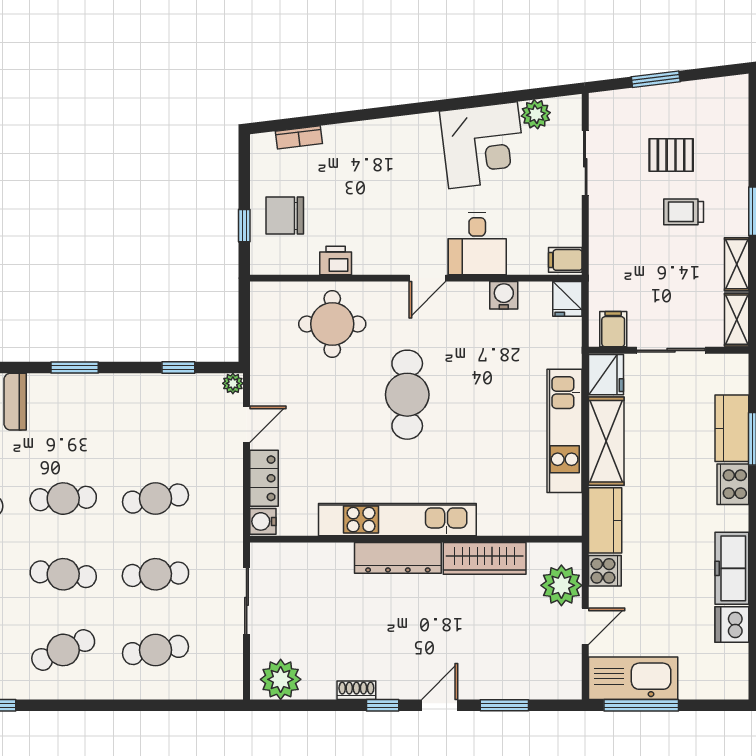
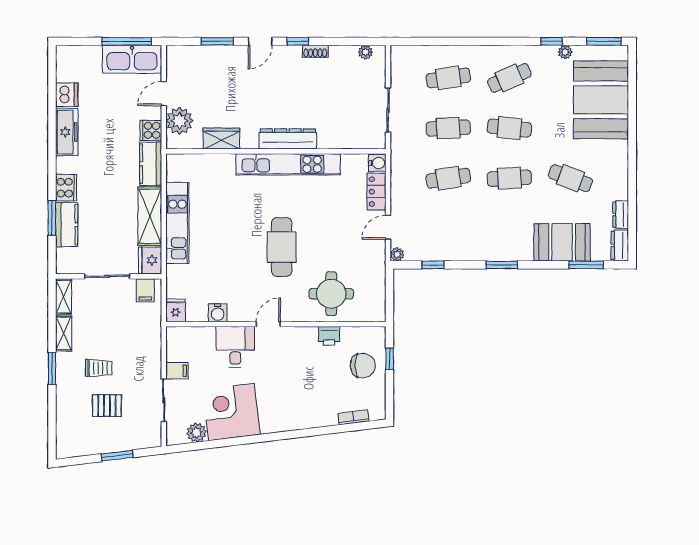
filing cabinet: (565, 260) -> (177, 371), moved
wardrobe: (485, 558) -> (221, 139), width x0.67
plant: (281, 679) -> (365, 52), width x0.53, depth x0.53

